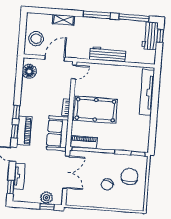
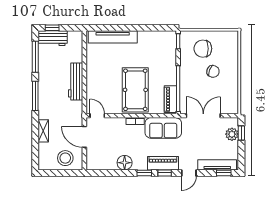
floor lamp: (29, 71) -> (125, 163), moved
tv unit: (19, 176) -> (217, 165), width x1.41

